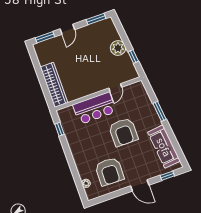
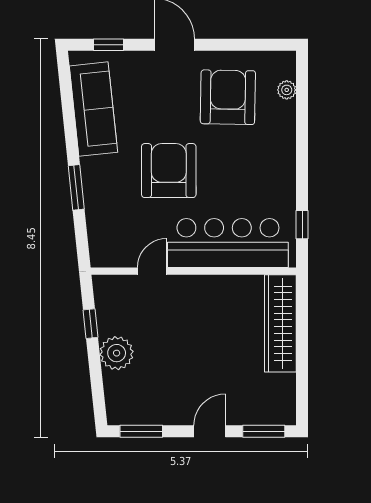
bar counter: (94, 108) -> (228, 243), width x1.36

